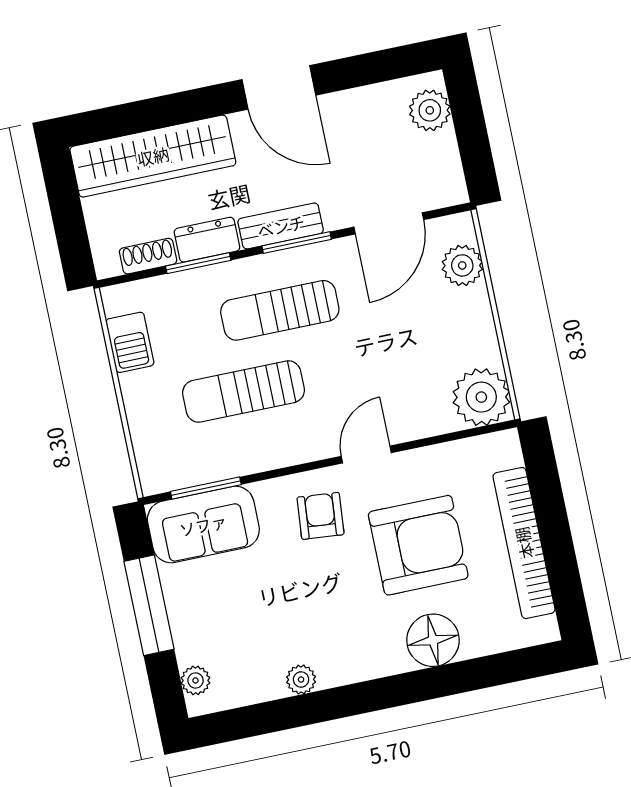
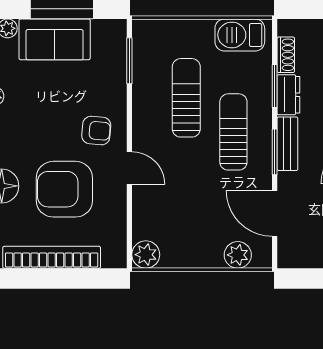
barbecue: (130, 342) -> (240, 35), width x1.38, depth x1.27
plant: (481, 397) -> (146, 255), width x0.73, depth x0.73
sofa: (203, 525) -> (55, 39), moved, turned -90
armchair: (418, 545) -> (64, 189), turned 90

